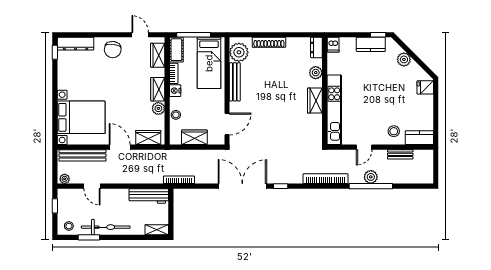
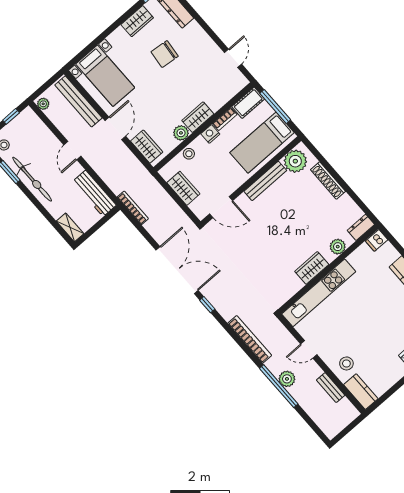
chair: (113, 50) -> (165, 54), moved
wardrobe: (158, 55) -> (137, 21), moved, turned 180
bed with nightstands: (81, 117) -> (105, 76), width x0.73
door: (92, 186) -> (72, 151), moved

